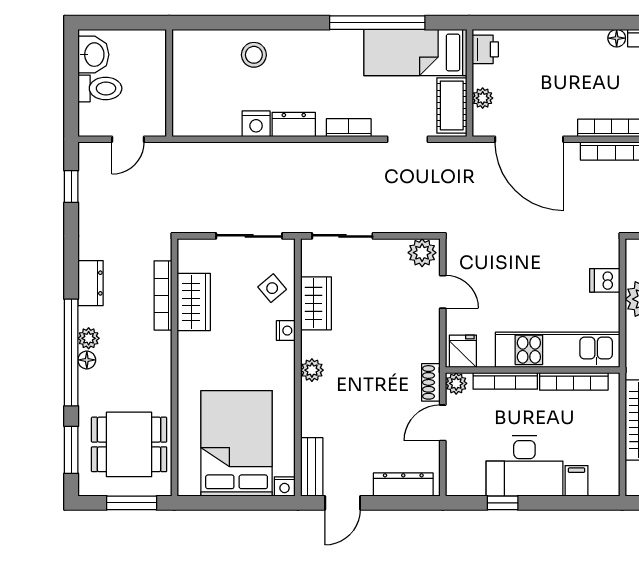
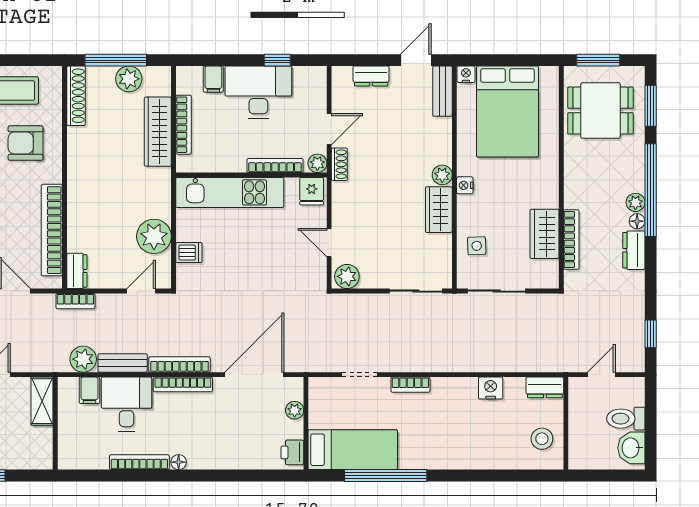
stool: (254, 55) -> (542, 439), moved
cot: (452, 105) -> (321, 404), removed
dresser: (294, 124) -> (545, 387), moved
door: (529, 139) -> (254, 375), hinge flipped
side table: (272, 288) -> (477, 246), turned 38
wardrobe: (316, 303) -> (439, 210), moved
nightstand: (286, 331) -> (465, 185), moved
floor lamp: (87, 360) -> (637, 221), moved
bookcase: (574, 381) -> (183, 125), moved, turned 90
dresser: (403, 484) -> (371, 76), width x0.70

